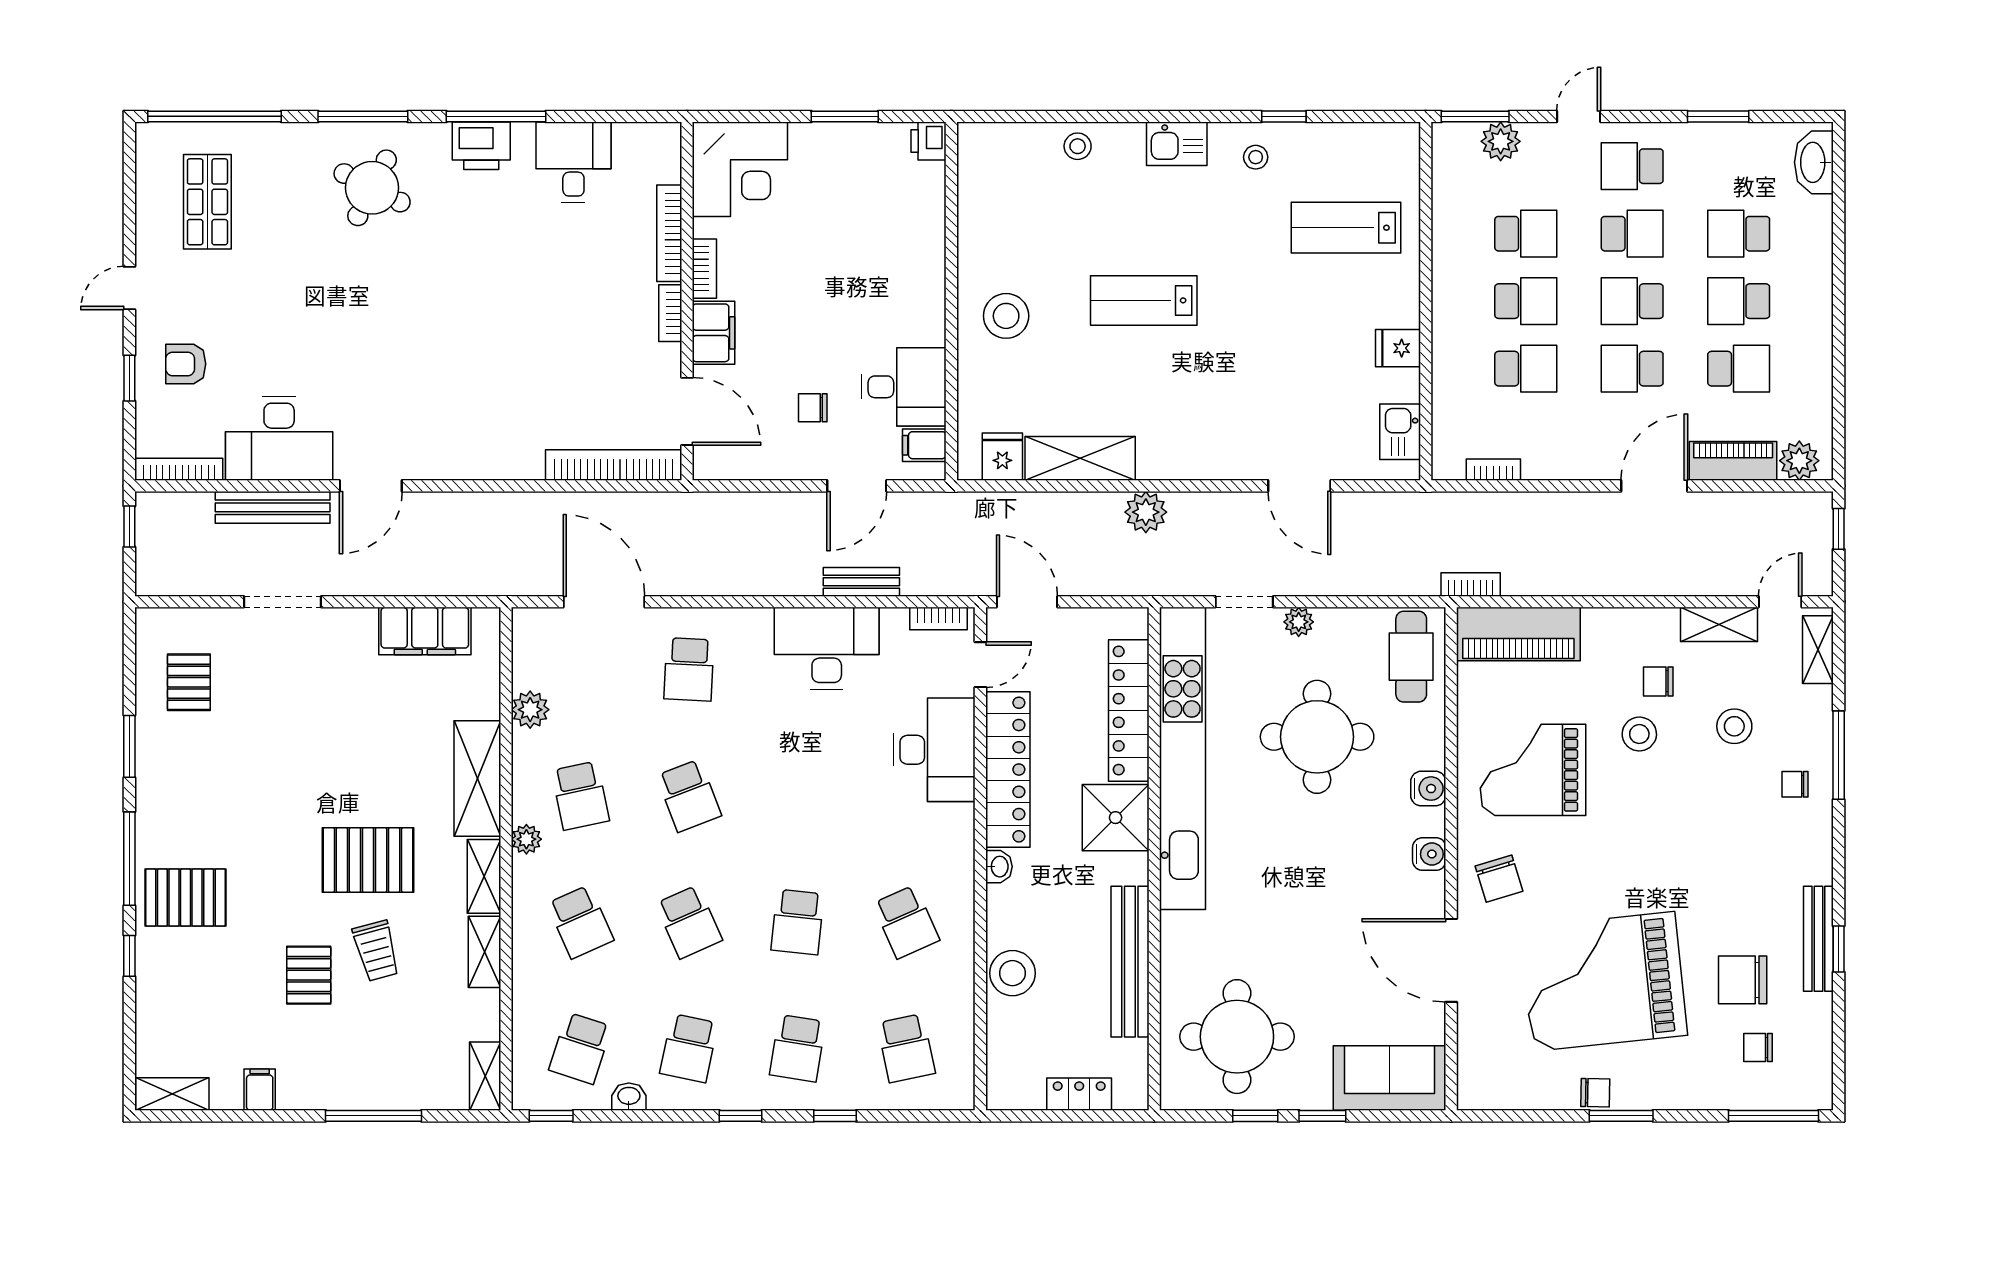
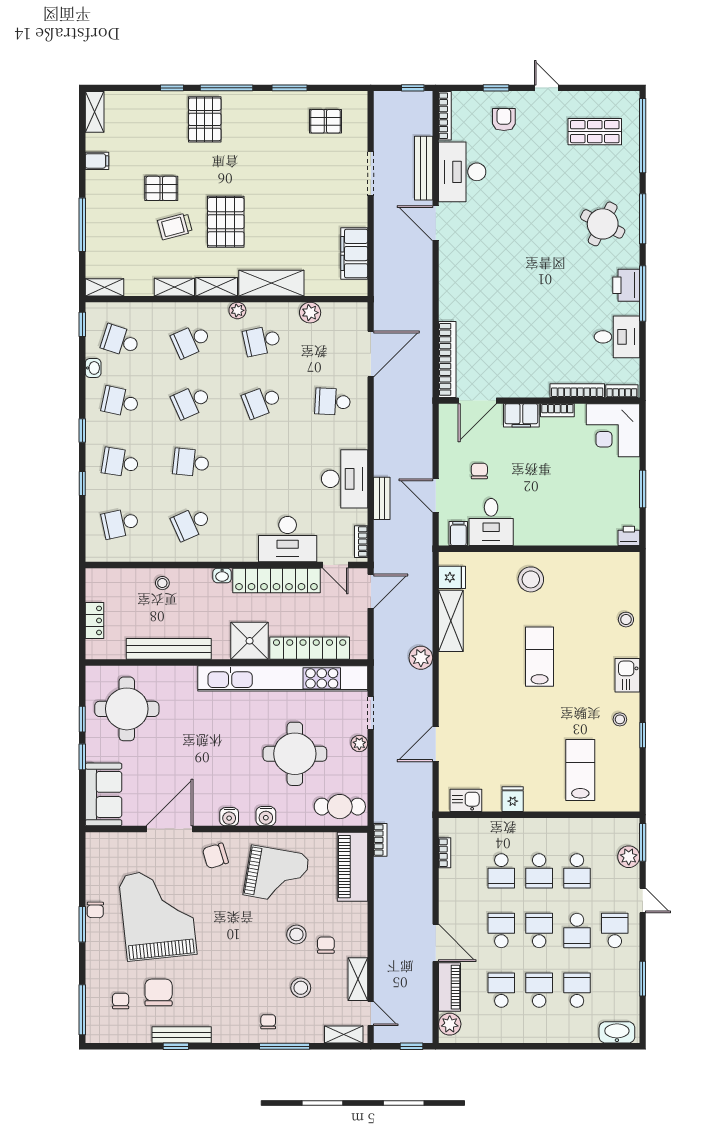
bookcase: (670, 313) -> (622, 391), moved
school desk: (1739, 369) -> (501, 990), turned 180
grand piano: (1533, 770) -> (276, 875), turned 100
stool: (1012, 973) -> (162, 583), width x0.53, depth x0.53

